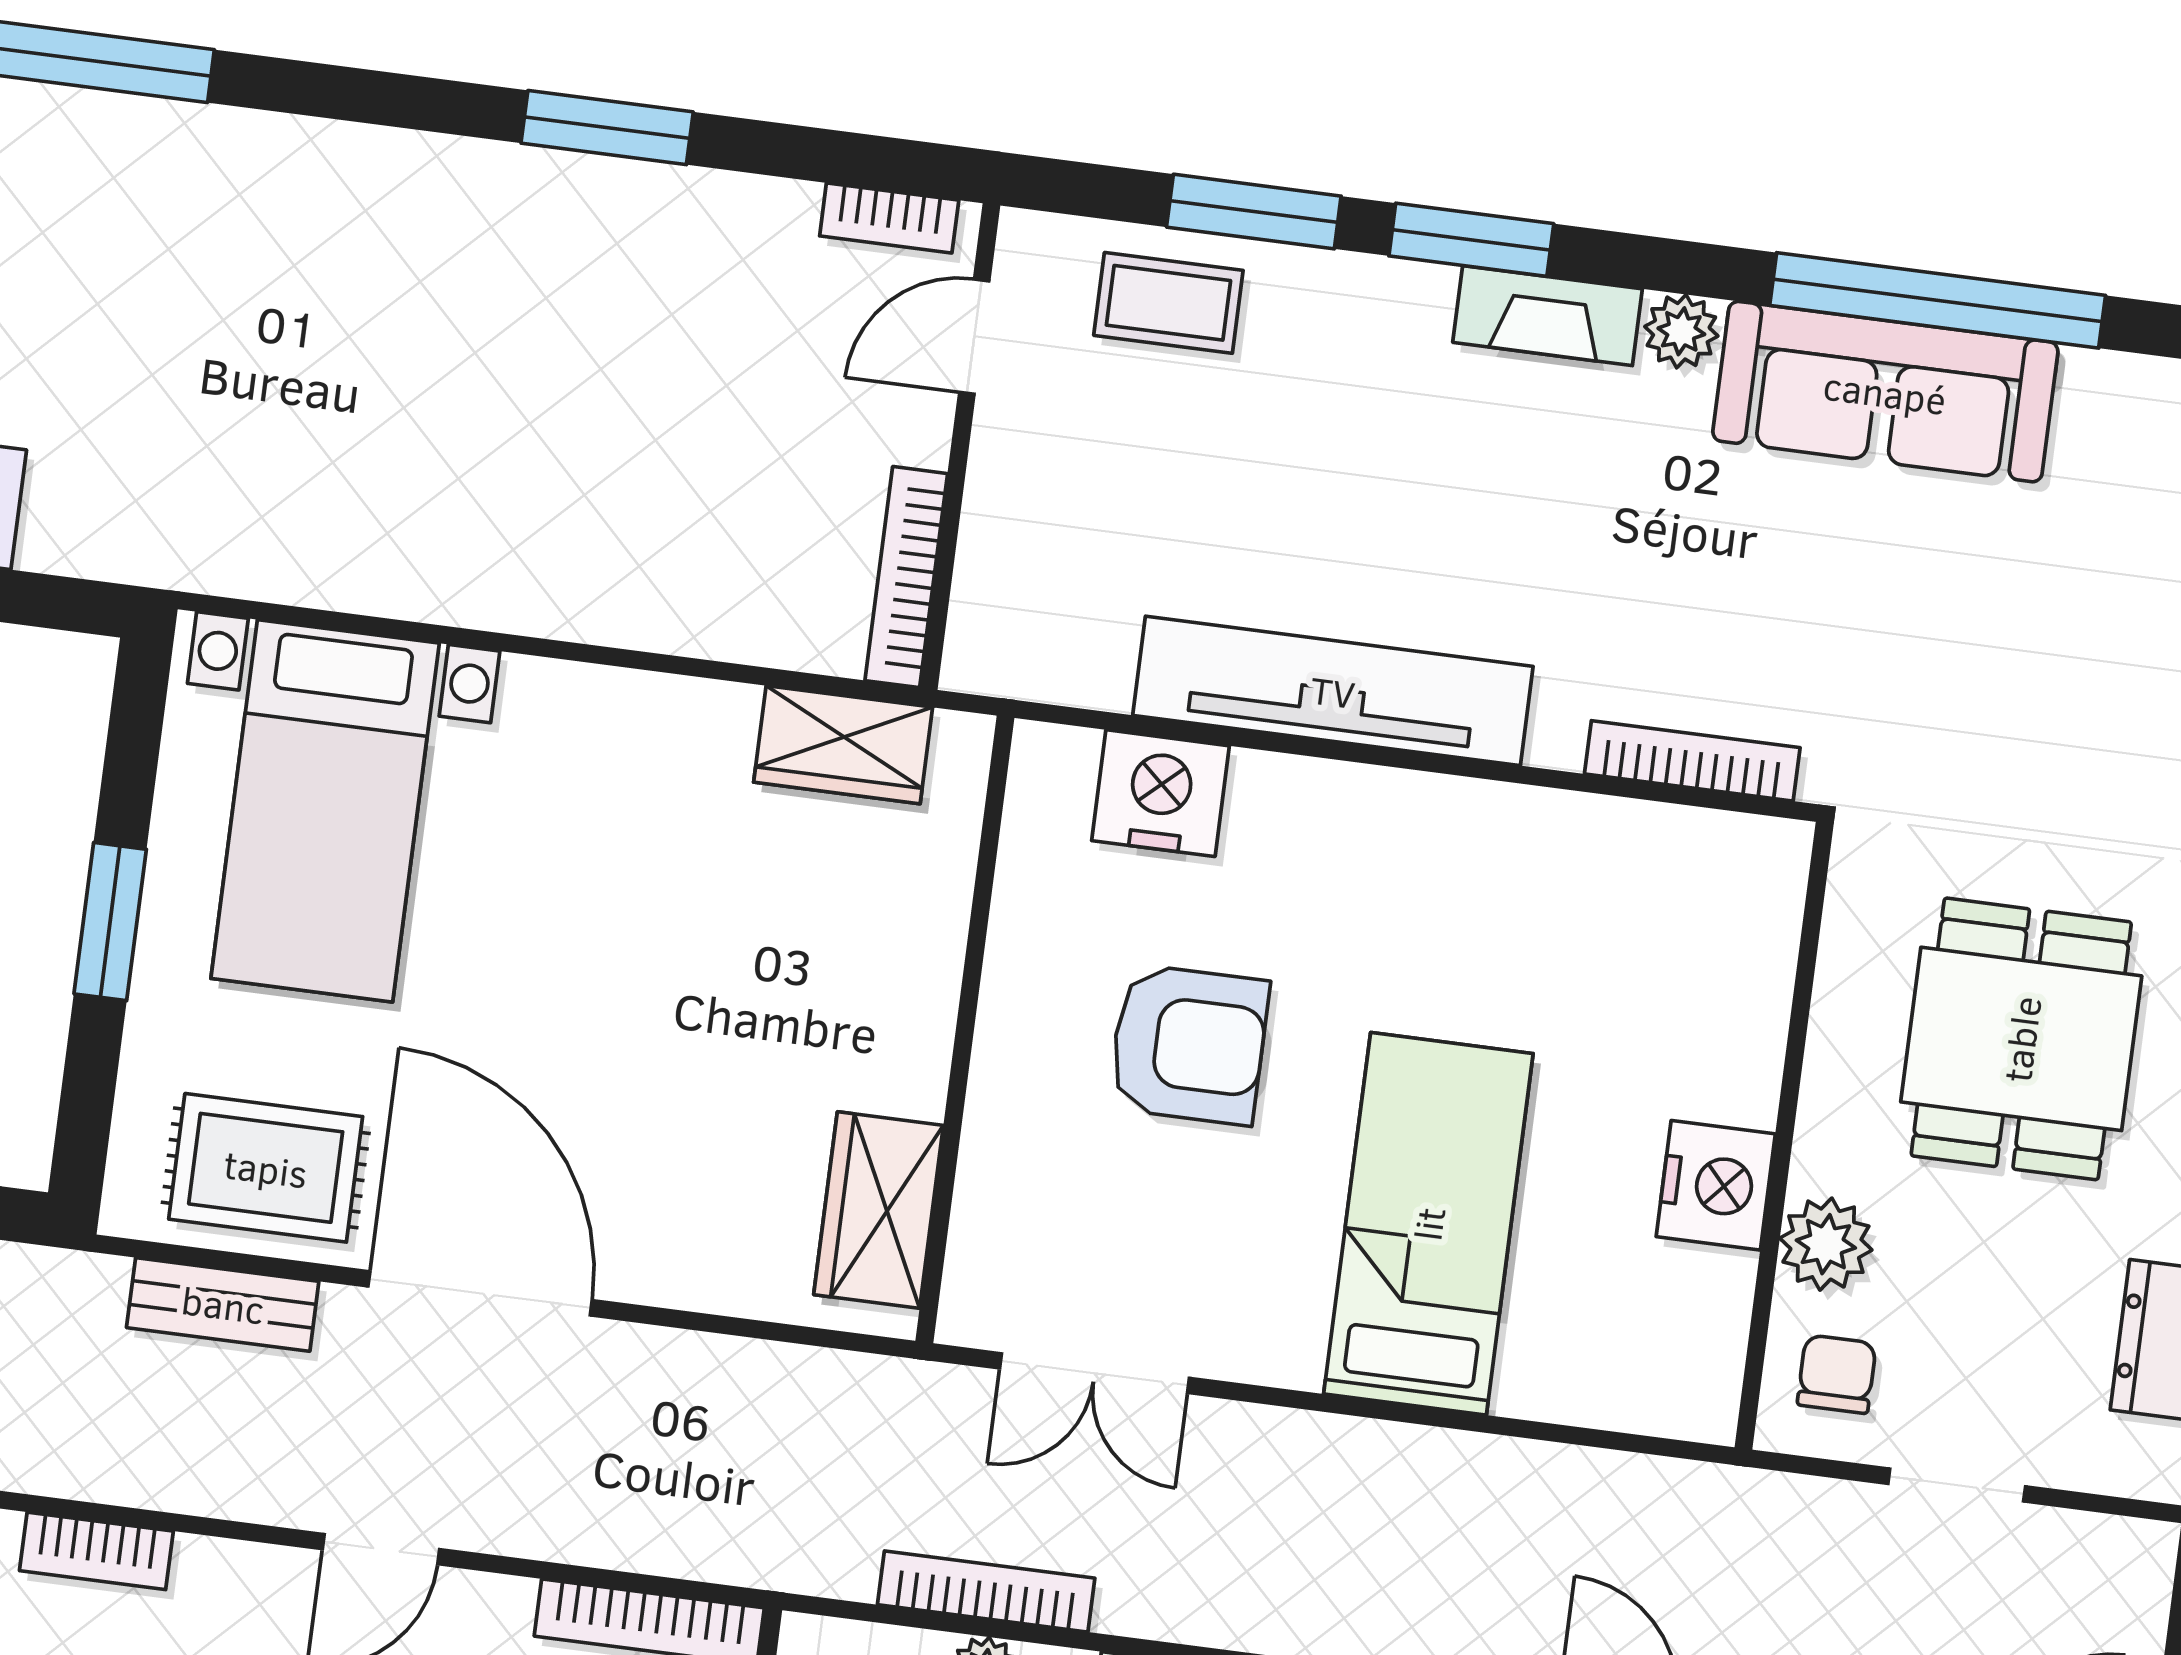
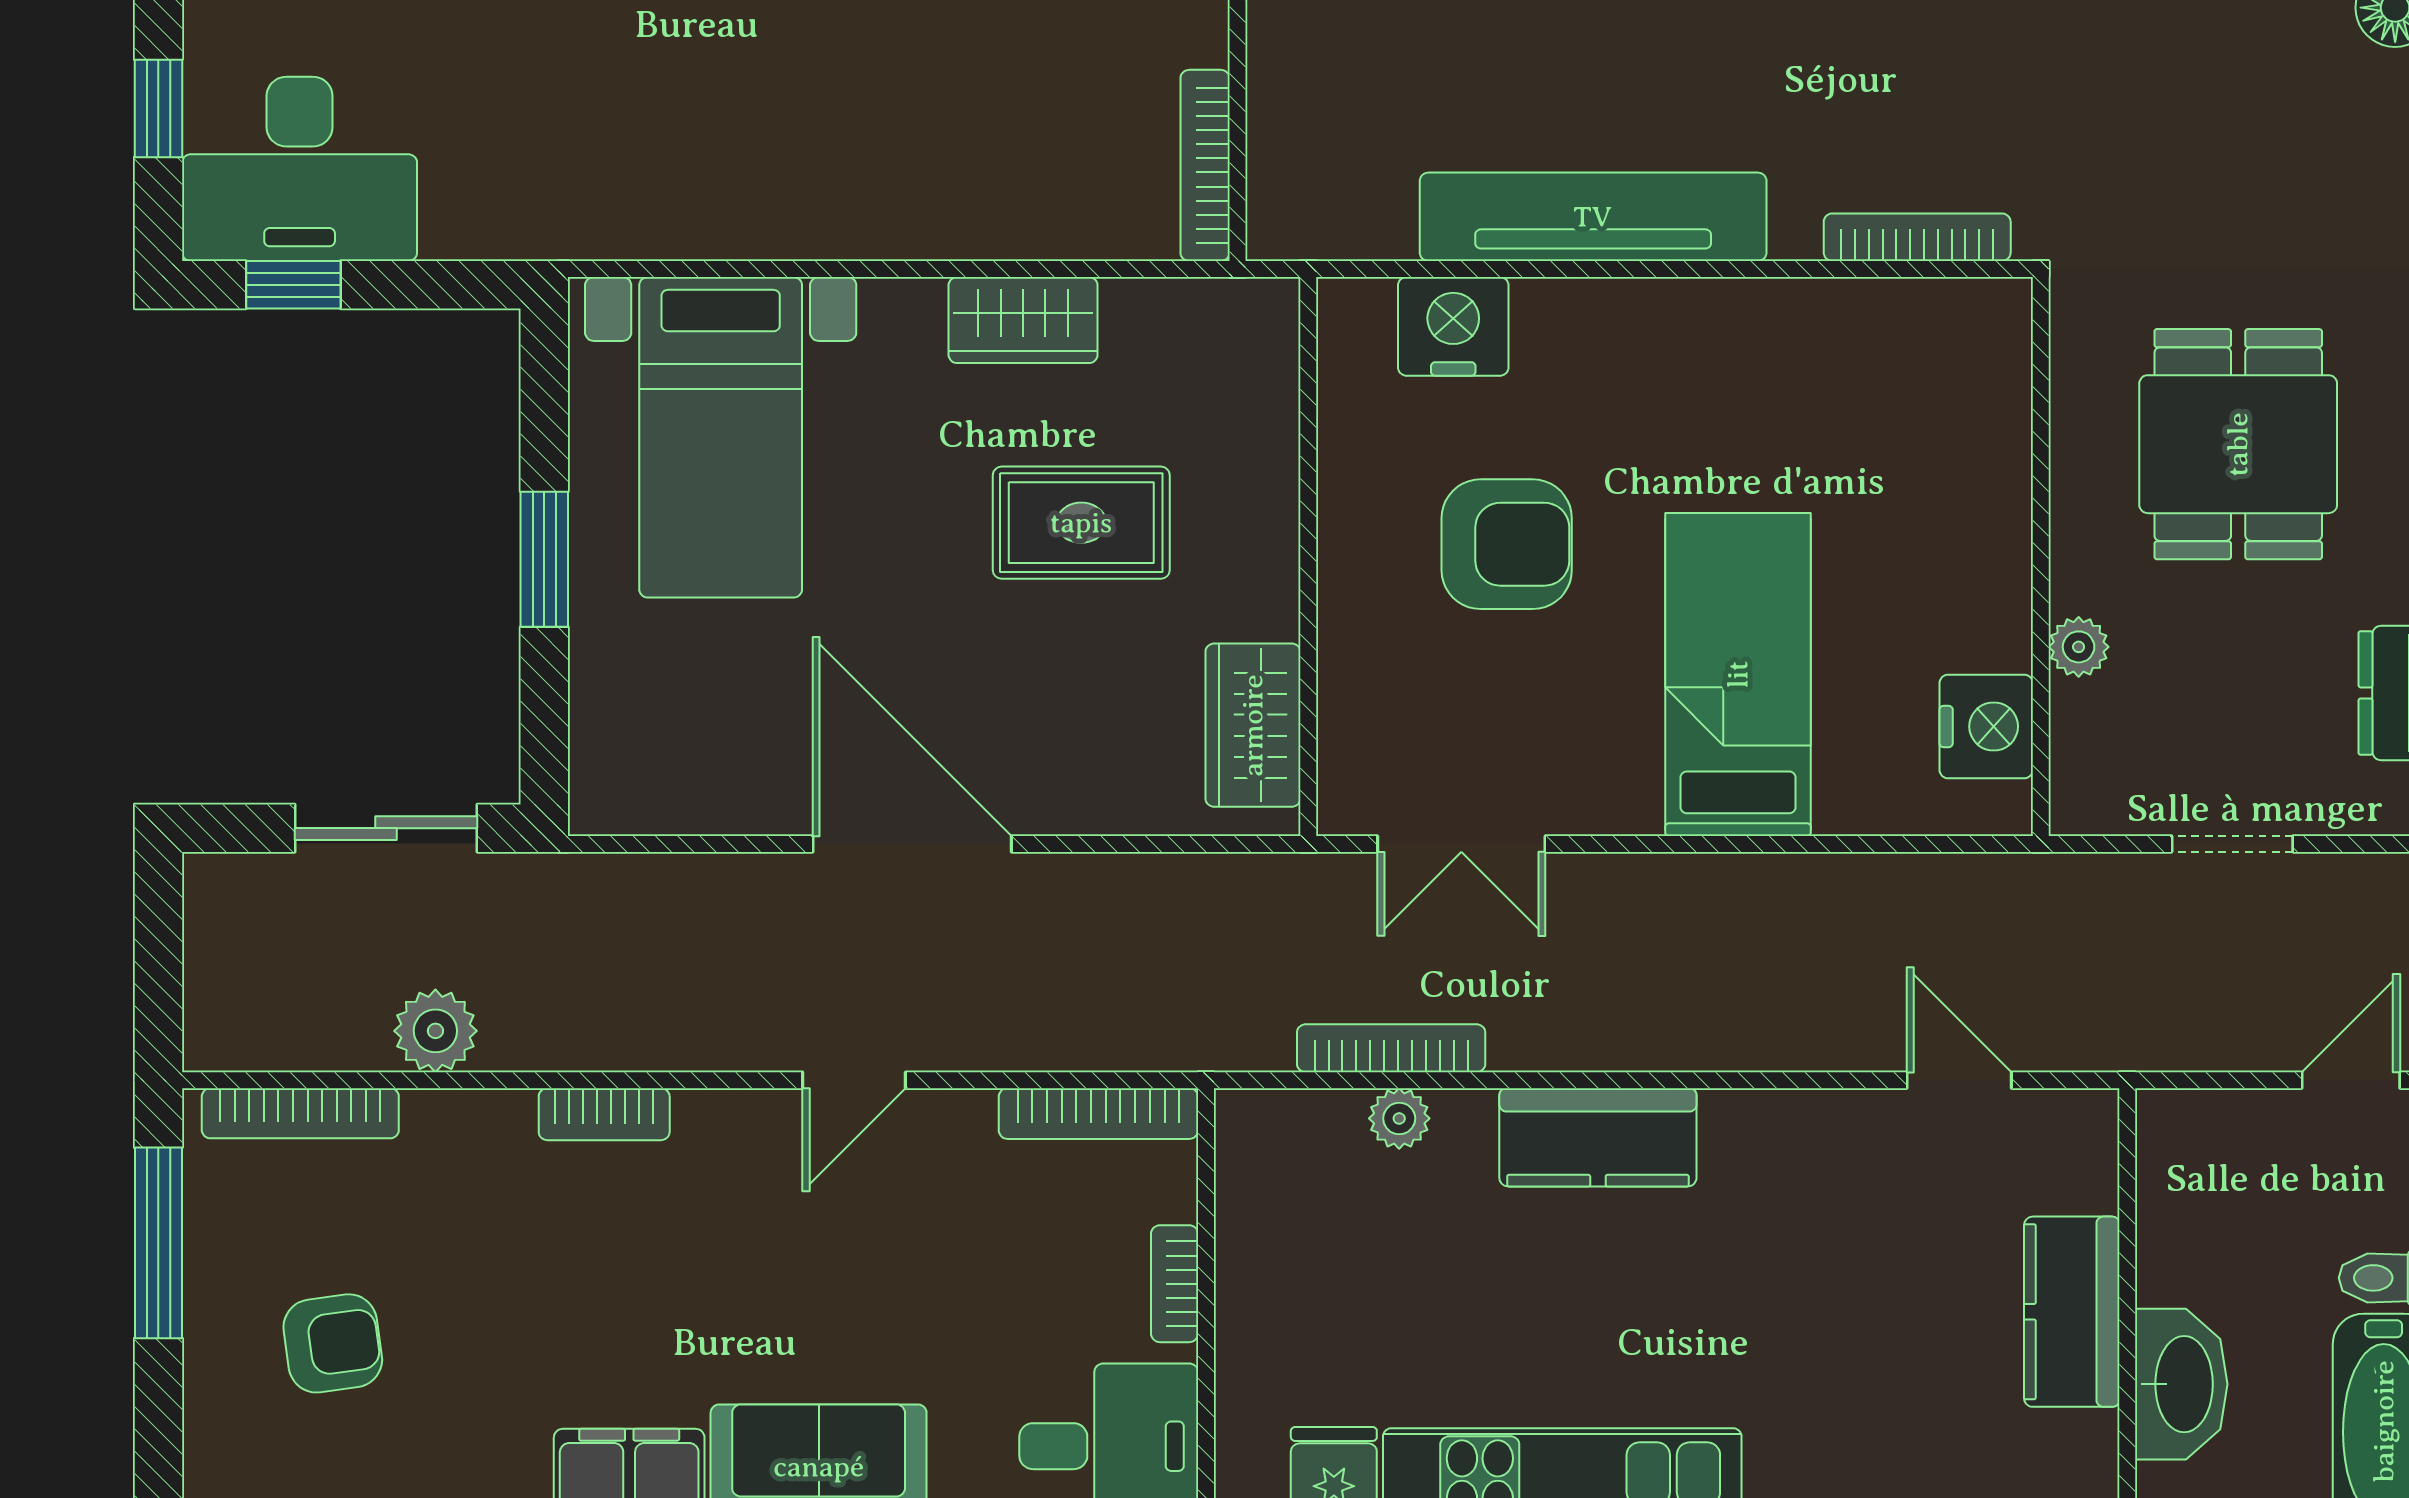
wardrobe: (843, 745) -> (1023, 320), moved
rug: (266, 1168) -> (1081, 523), moved
nightstand: (1716, 1185) -> (1986, 726), moved
plant: (1826, 1244) -> (2079, 647), width x0.73, depth x0.73
bench: (223, 1304) -> (687, 883), removed
chair: (1837, 1374) -> (2114, 760), removed

